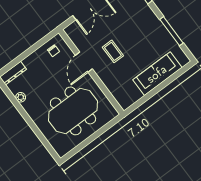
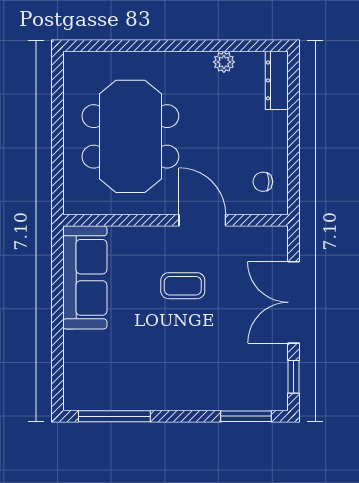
window: (171, 31) -> (114, 416), moved
sofa: (157, 74) -> (85, 277), moved

